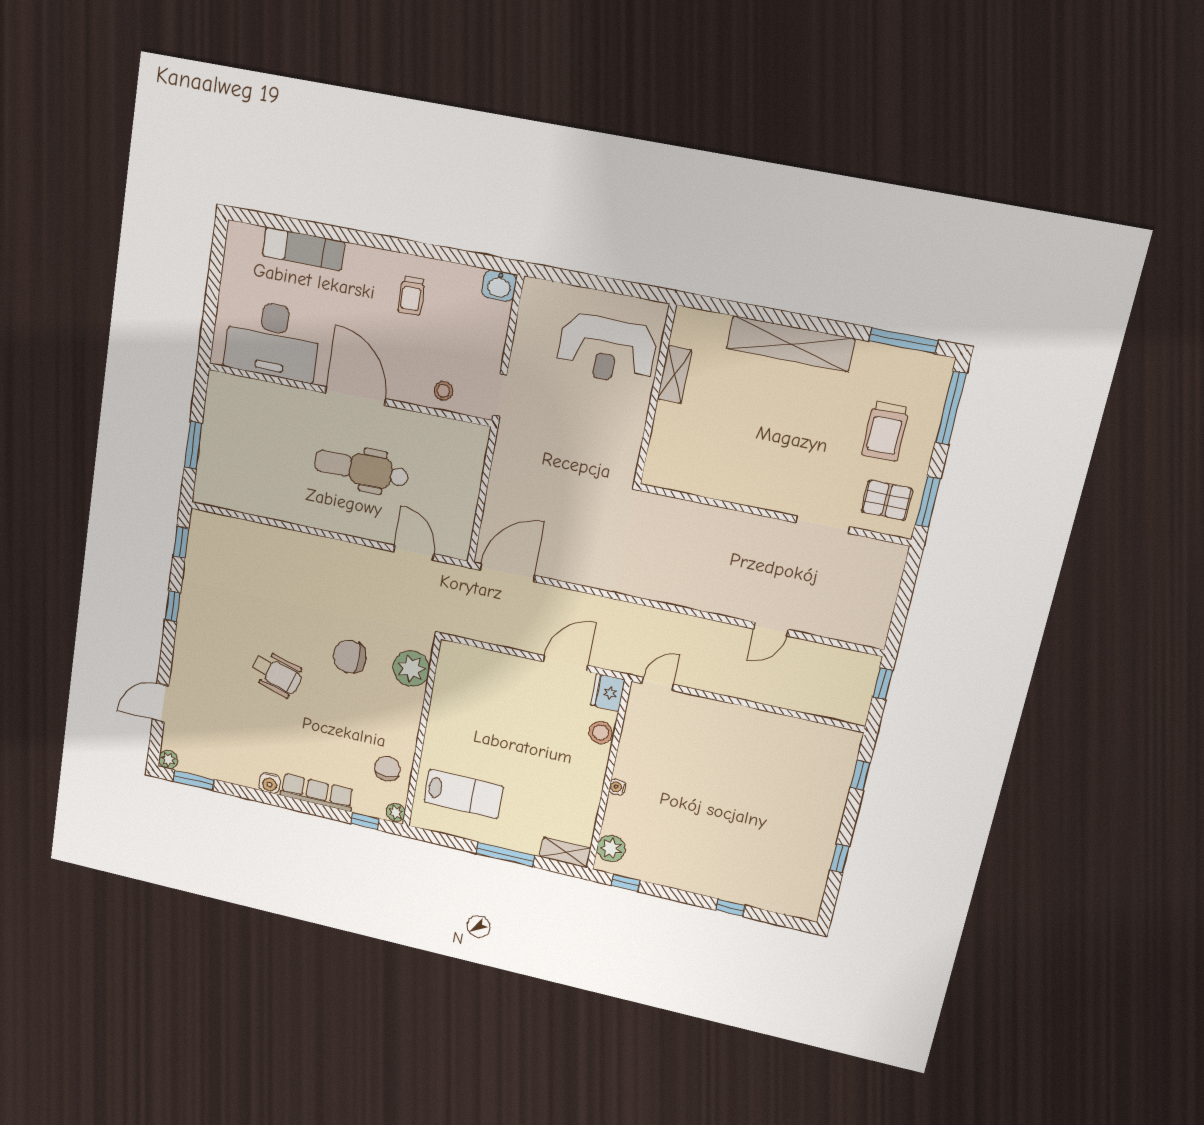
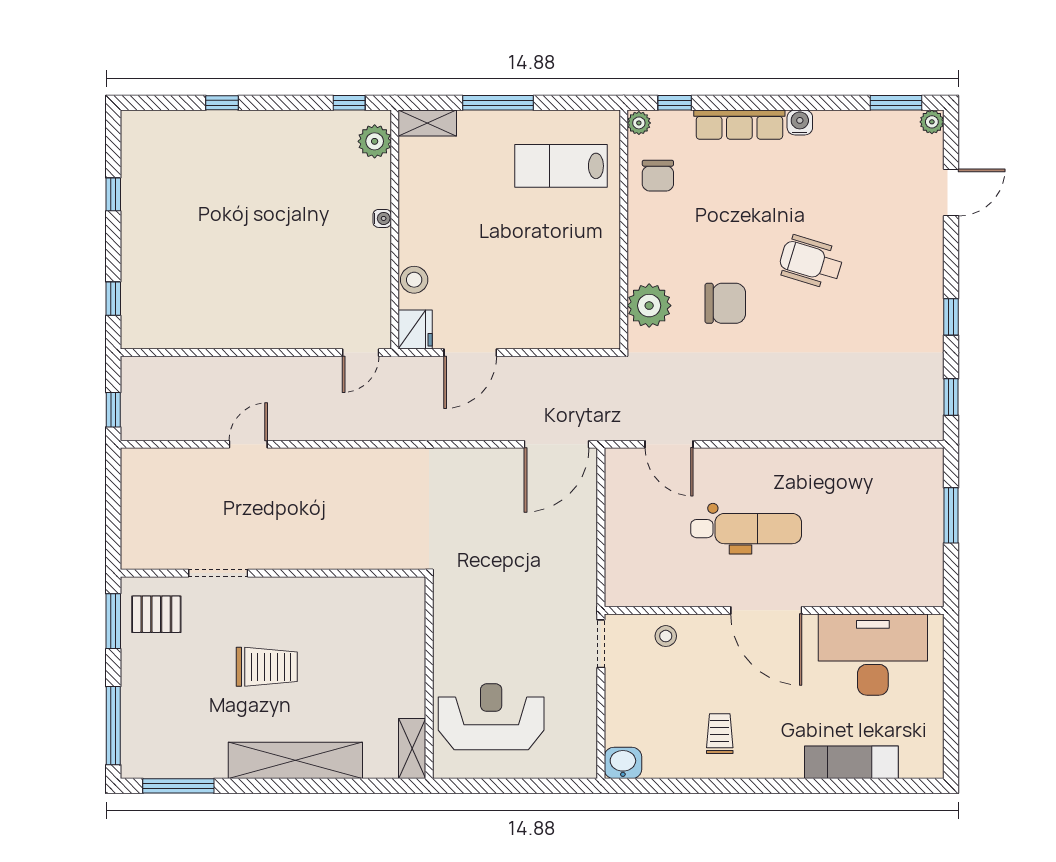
shelving: (675, 375) -> (412, 749), moved
trolley: (885, 431) -> (267, 667), moved, turned 90

